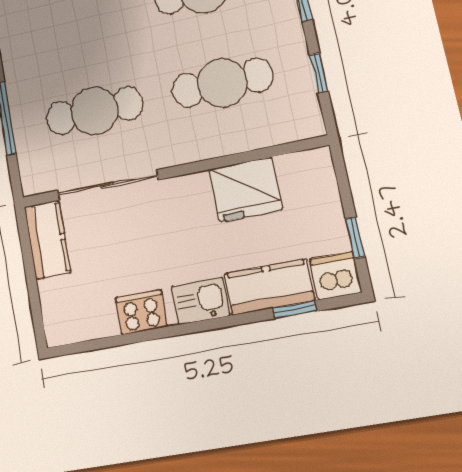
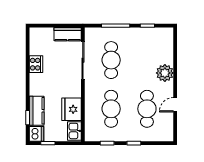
kitchen sink: (200, 301) -> (74, 131), moved, turned 180

